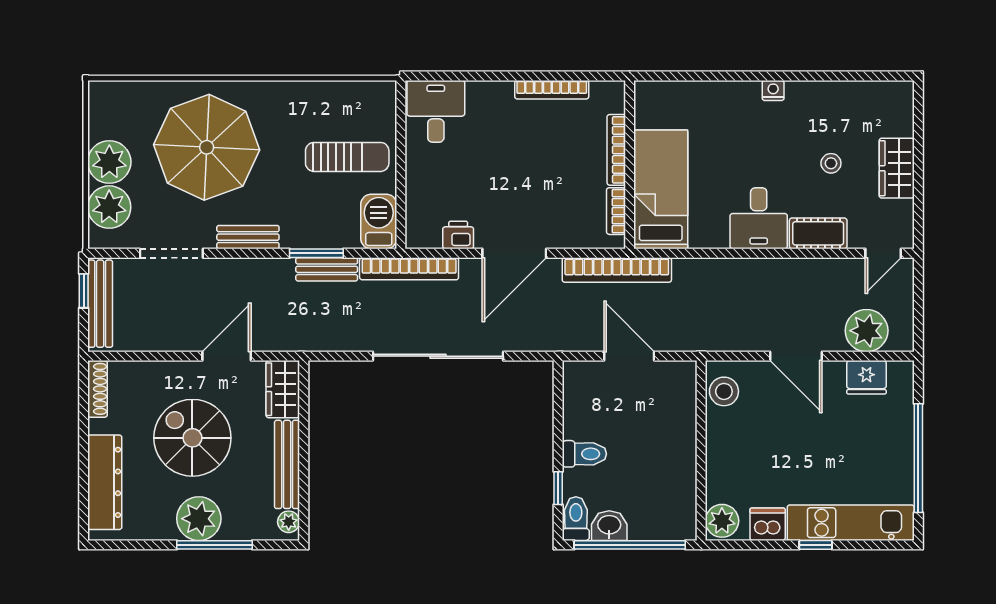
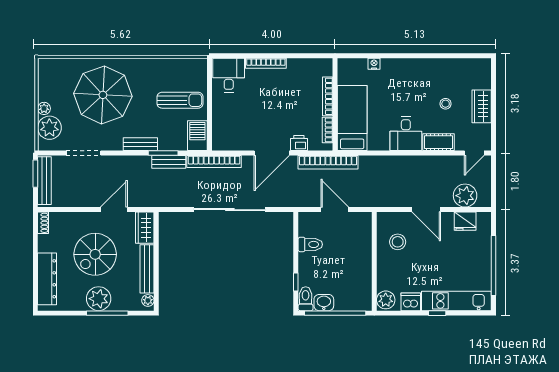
bookcase: (552, 90) -> (266, 63), moved
nightstand: (773, 90) -> (374, 64), moved
plant: (109, 162) -> (44, 108), width x0.53, depth x0.53
printer: (458, 235) -> (299, 143), moved
bench: (248, 237) -> (140, 144), moved
window: (84, 291) -> (35, 174), width x1.50
shoe rack: (98, 389) -> (43, 223), width x0.70
stool: (724, 391) -> (398, 242), moved
spiral stairs: (192, 438) -> (95, 254), turned -90
toilet: (584, 454) -> (310, 244), moved

